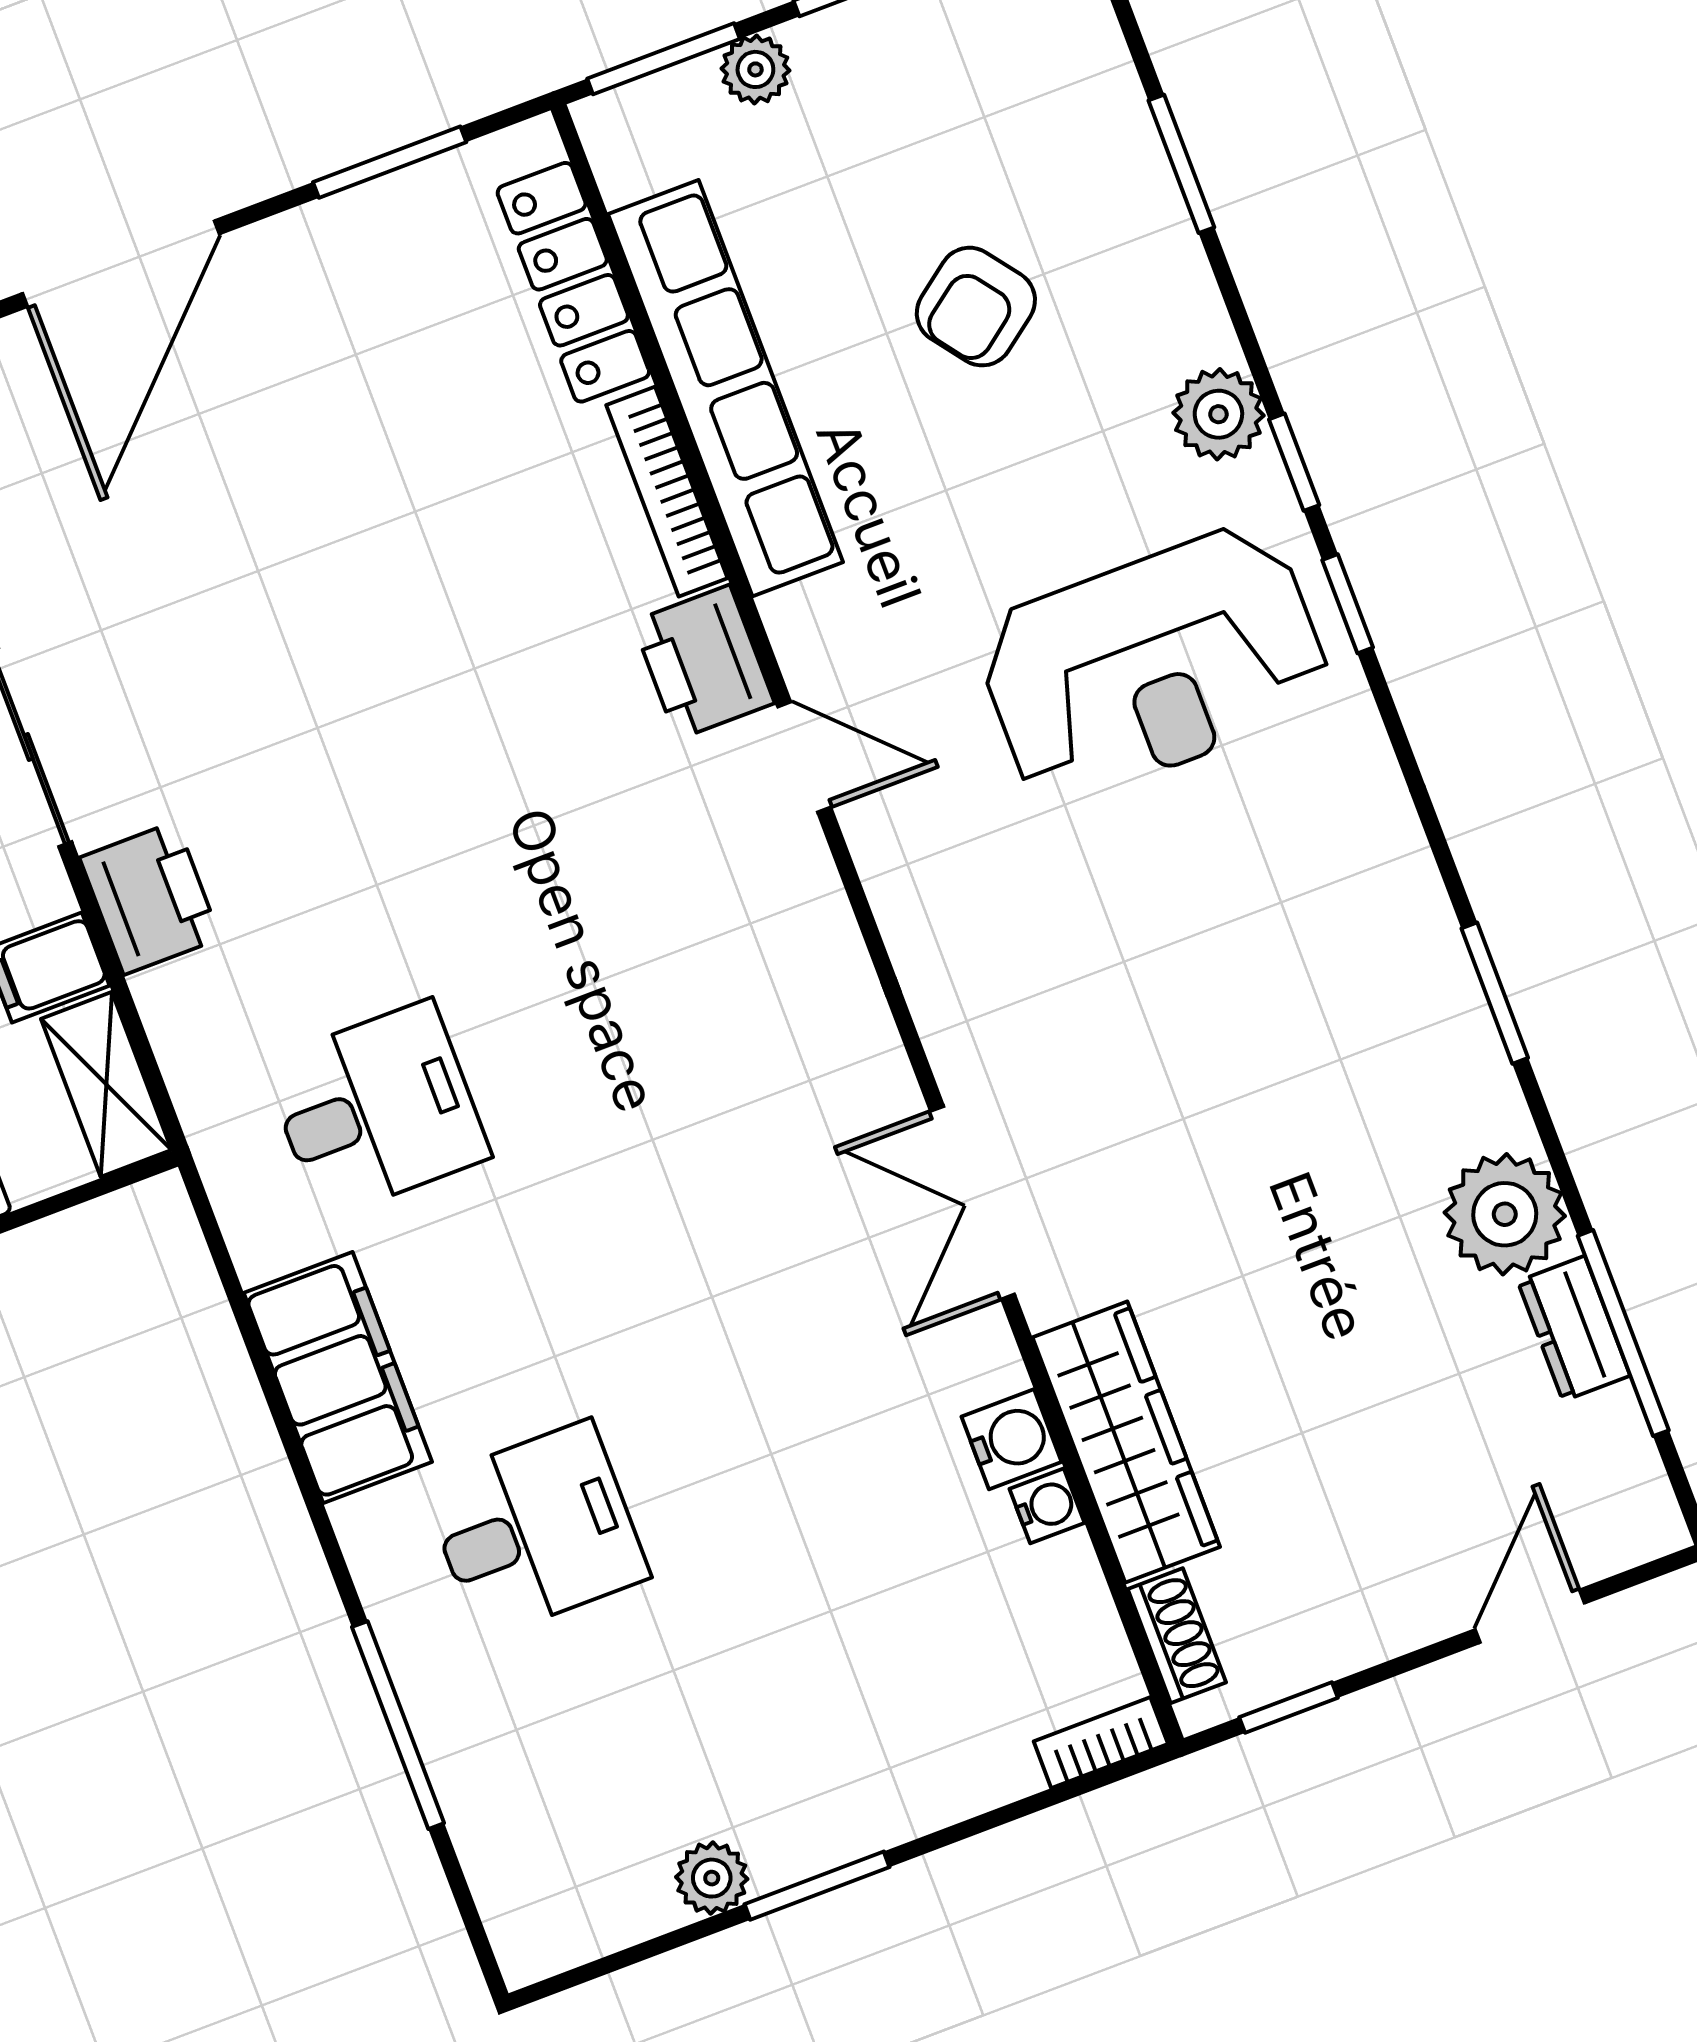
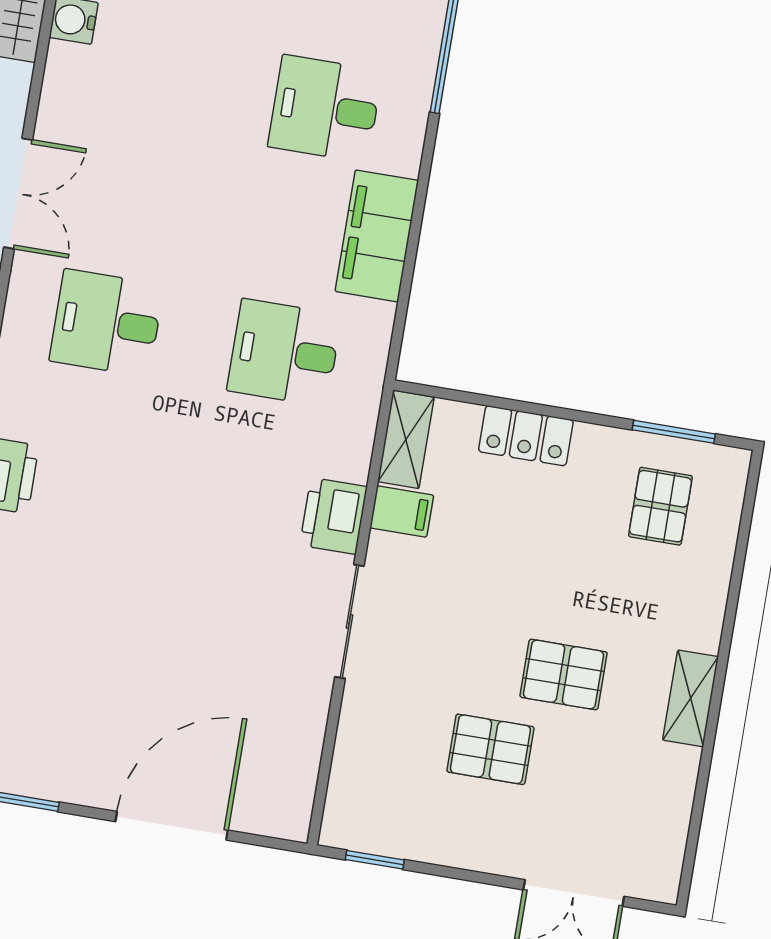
desk: (683, 994) -> (107, 323), added
double door: (973, 1203) -> (18, 194), moved

